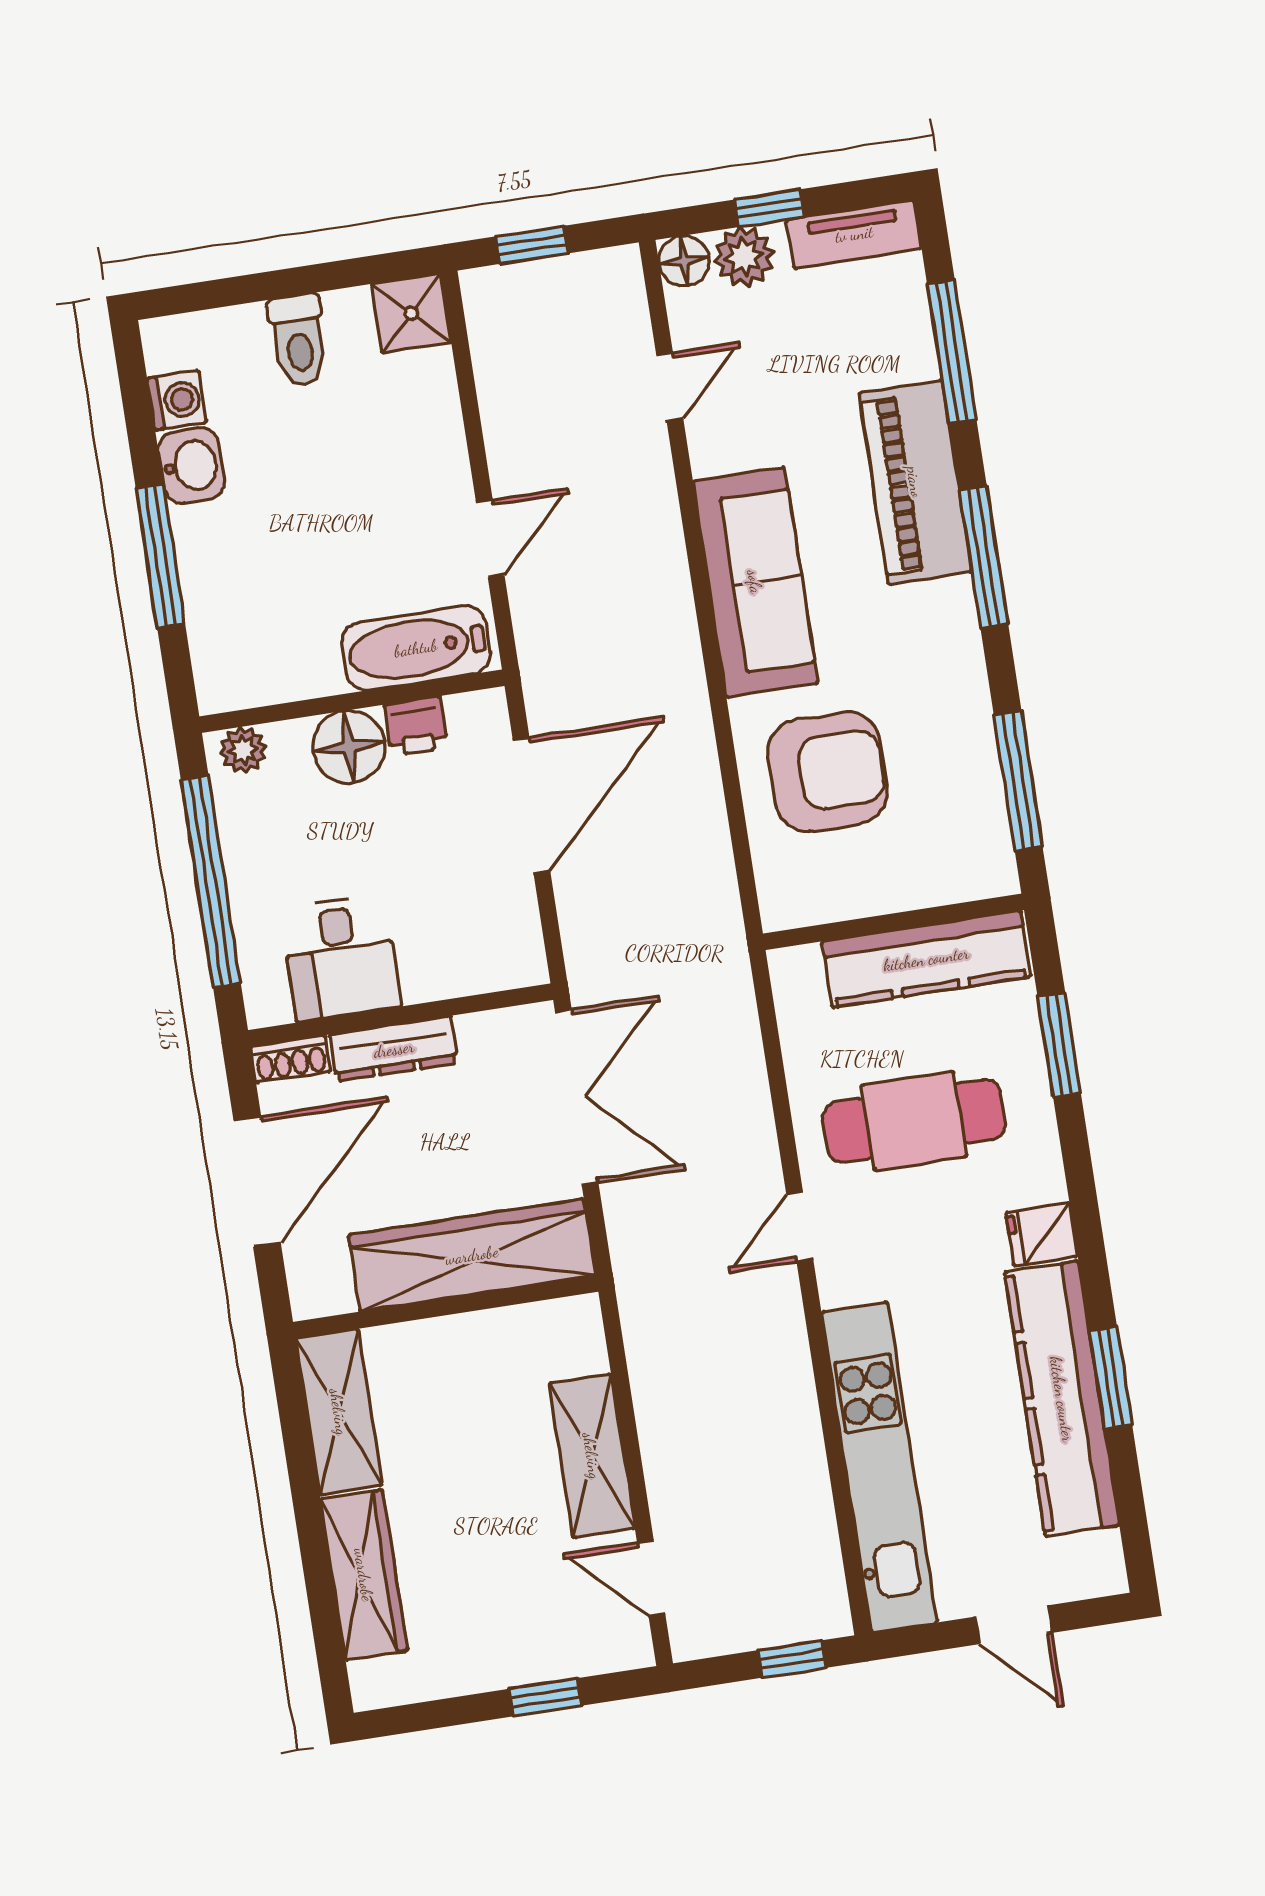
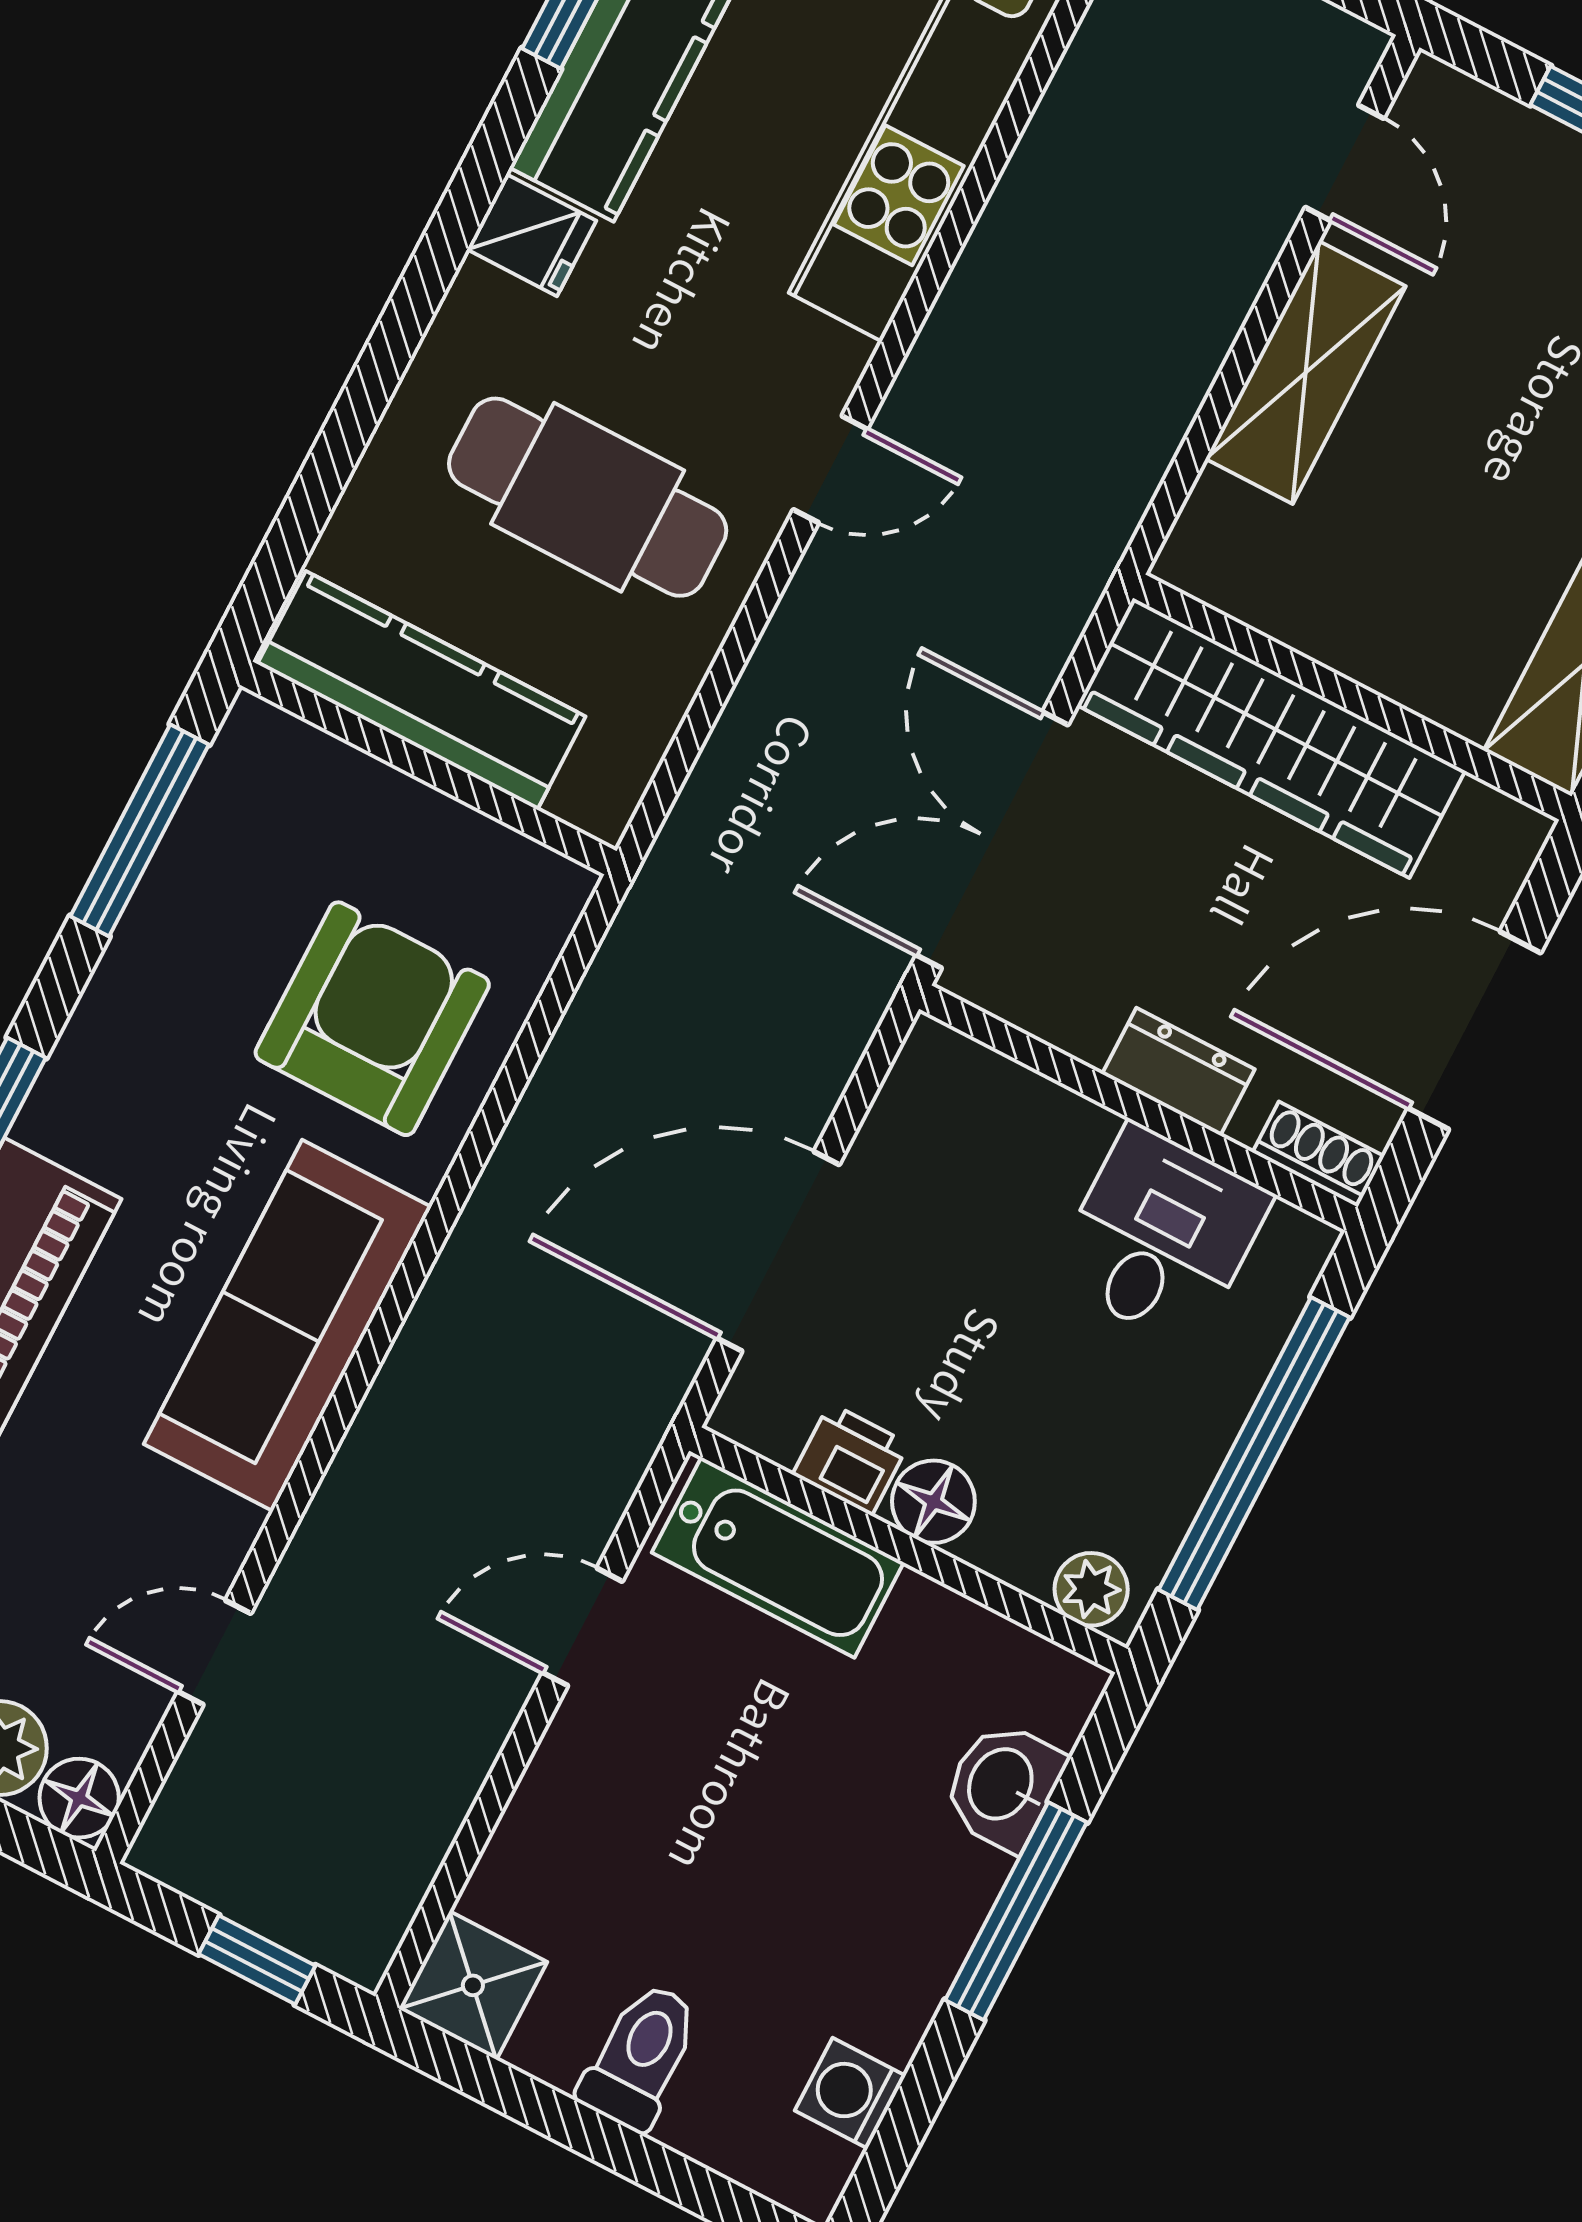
washbasin: (191, 466) -> (1003, 1785), moved
floor lamp: (349, 747) -> (933, 1502), width x0.73, depth x0.73
armchair: (828, 772) -> (372, 1019), turned 90
window: (1059, 1045) -> (333, 459), removed
dresser: (394, 1049) -> (1178, 1072), width x0.70

